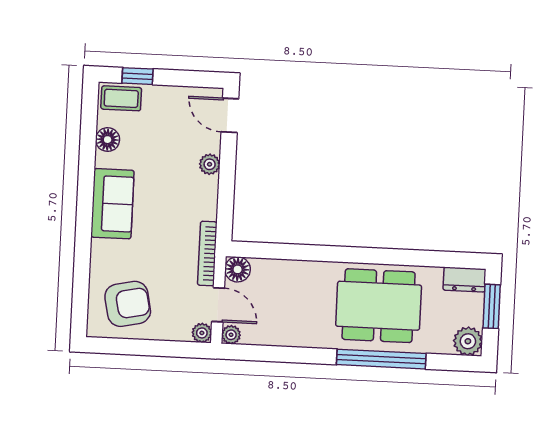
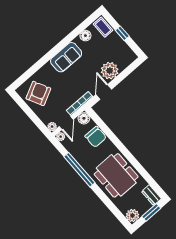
window: (138, 76) -> (122, 33), moved
door: (230, 115) -> (104, 92), moved
plant: (210, 164) -> (110, 71), width x1.88, depth x1.88
chair: (285, 279) -> (96, 137), added
armchair: (128, 304) -> (38, 93), turned -105
window: (381, 359) -> (79, 170), moved

